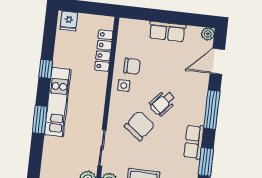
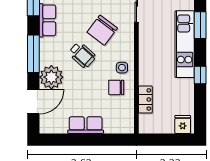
plant: (208, 34) -> (51, 77), moved, width x1.88, depth x1.88
locker: (104, 51) -> (145, 99), width x0.66
wheelchair: (163, 103) -> (82, 55), turned 90

